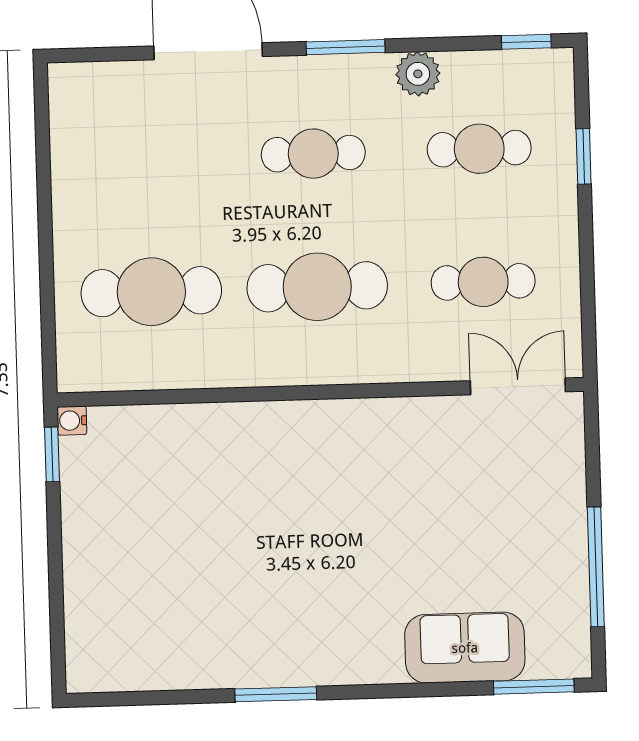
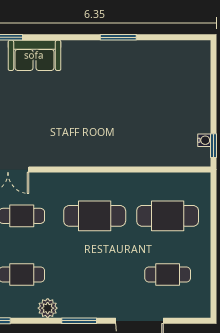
cafe table: (313, 154) -> (168, 274), moved
water cooler: (72, 421) -> (204, 140), moved

